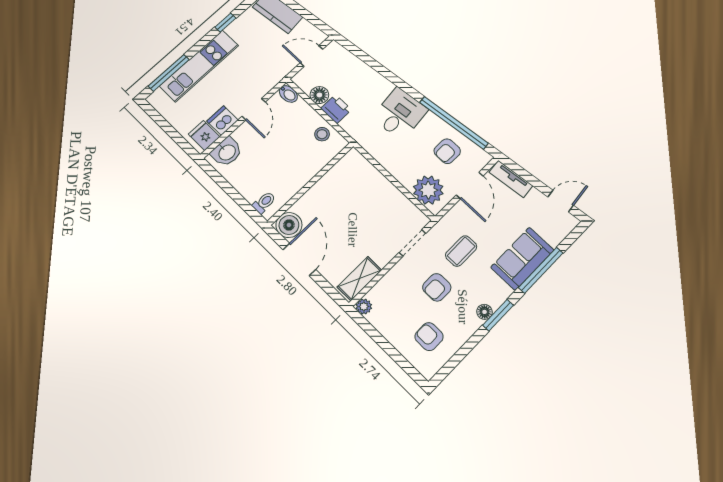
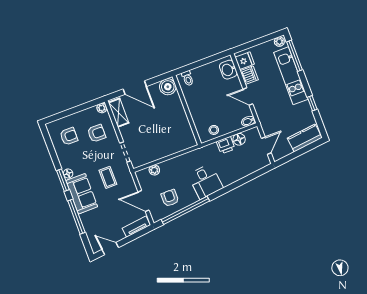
plant: (157, 101) -> (279, 42), added
plant: (428, 190) -> (154, 170), width x0.53, depth x0.53
door: (561, 201) -> (110, 248), swing flipped
door: (299, 259) -> (135, 88), moved
sofa: (522, 259) -> (82, 194), moved
armchair: (437, 287) -> (97, 133), moved, turned 90

